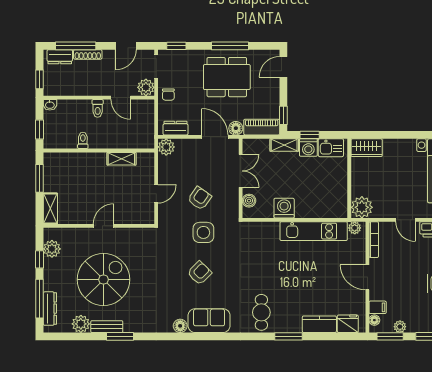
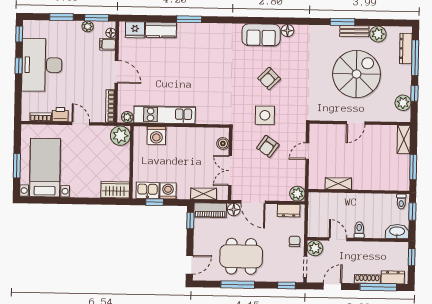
washbasin: (50, 105) -> (397, 232), width x1.91, depth x1.45
window: (310, 135) -> (155, 202), moved
toilet: (83, 140) -> (401, 201), moved
shelving: (284, 145) -> (204, 194), moved
washing machine: (284, 208) -> (156, 136), moved
spiral stairs: (104, 280) -> (357, 74), turned 180
cafe table: (261, 312) -> (213, 42), removed

